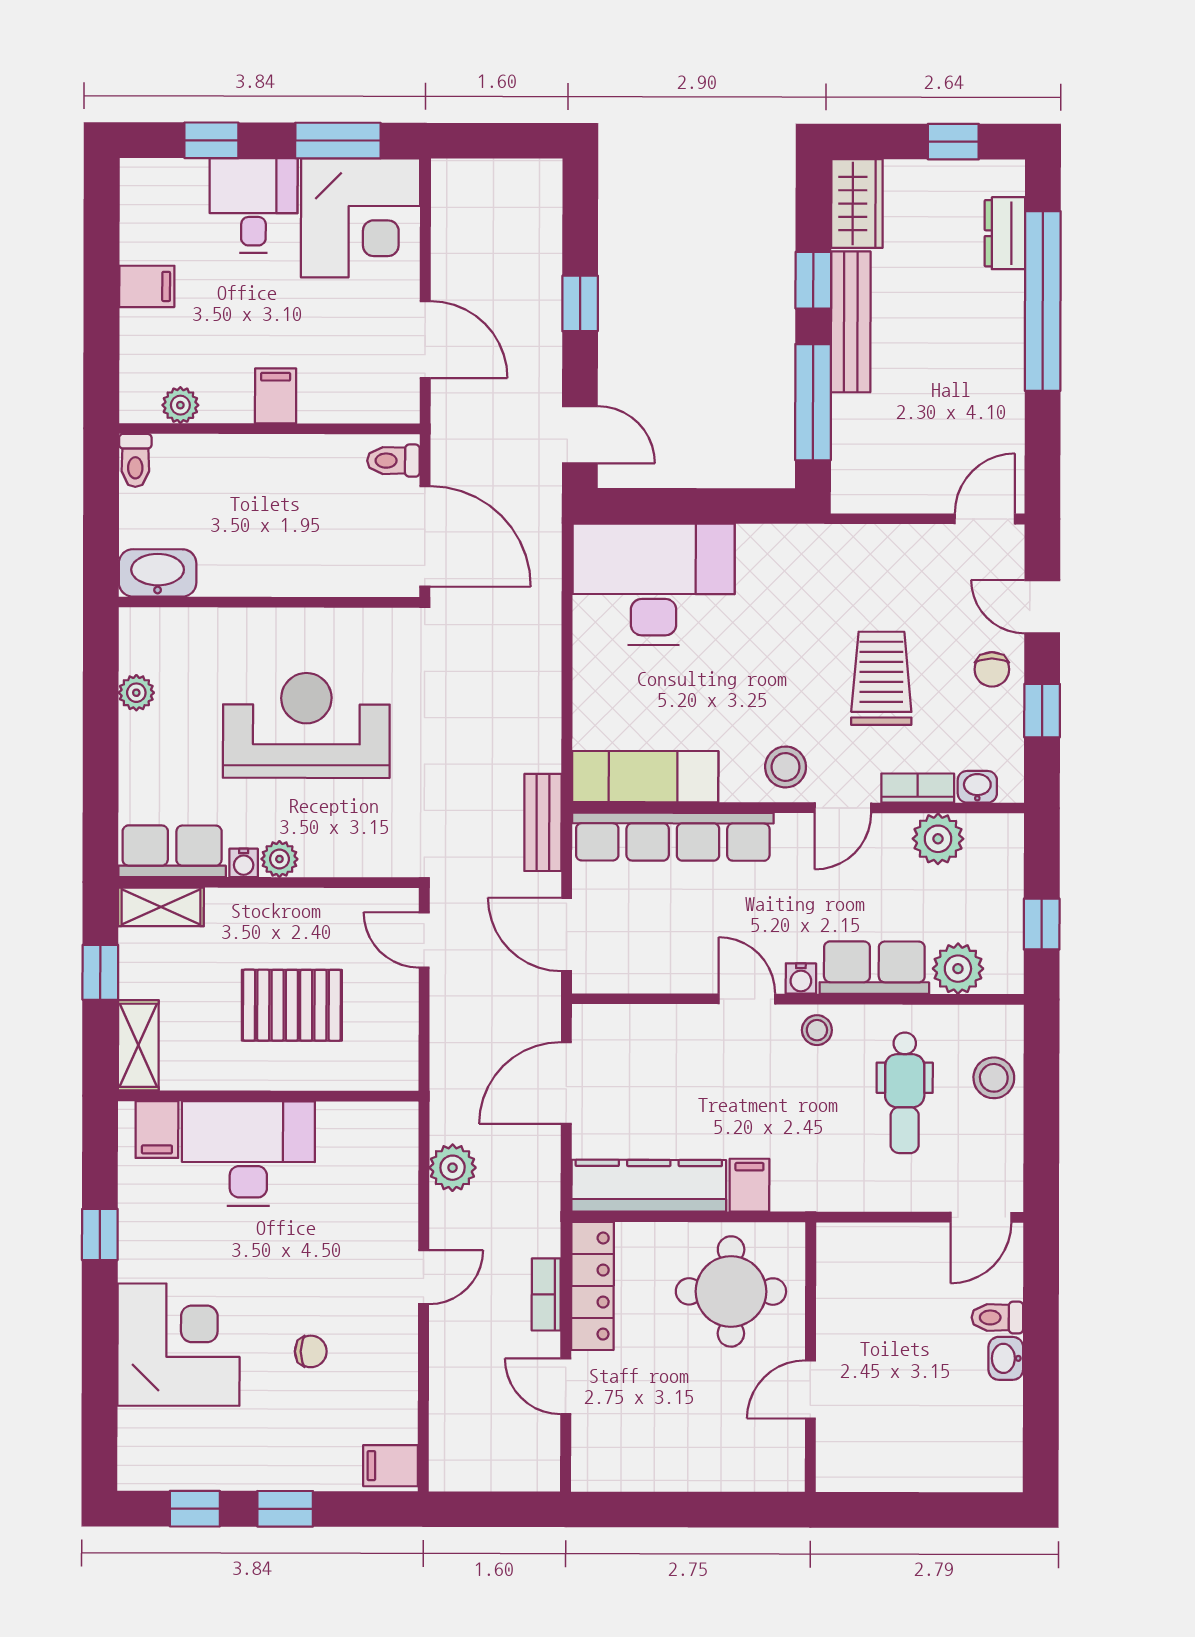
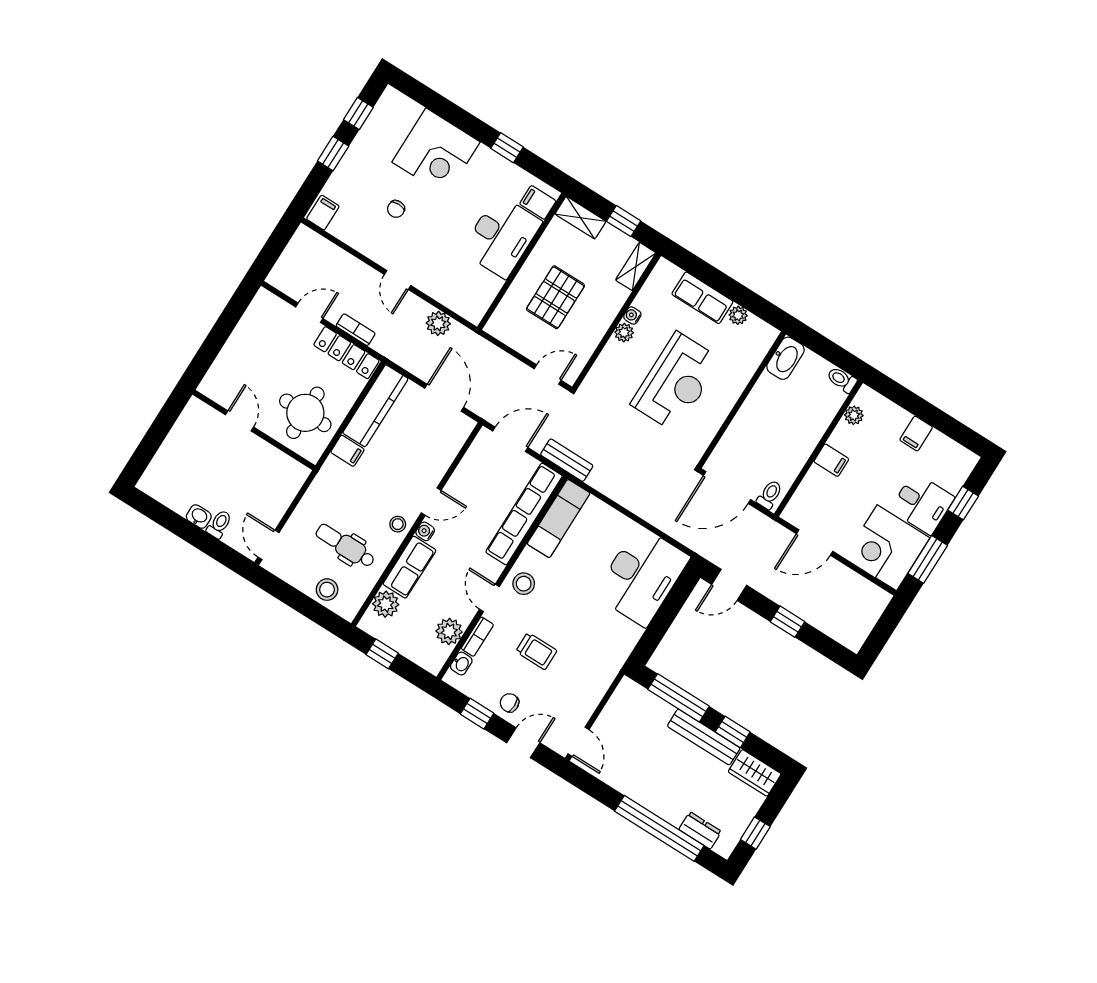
trolley: (881, 678) -> (536, 651), width x0.73, depth x0.72
row of seats: (172, 851) -> (702, 298), moved, turned 90

